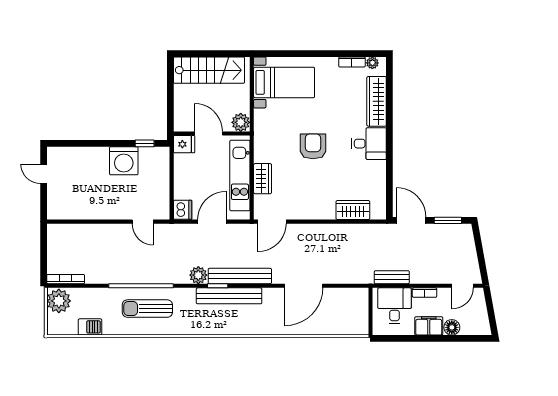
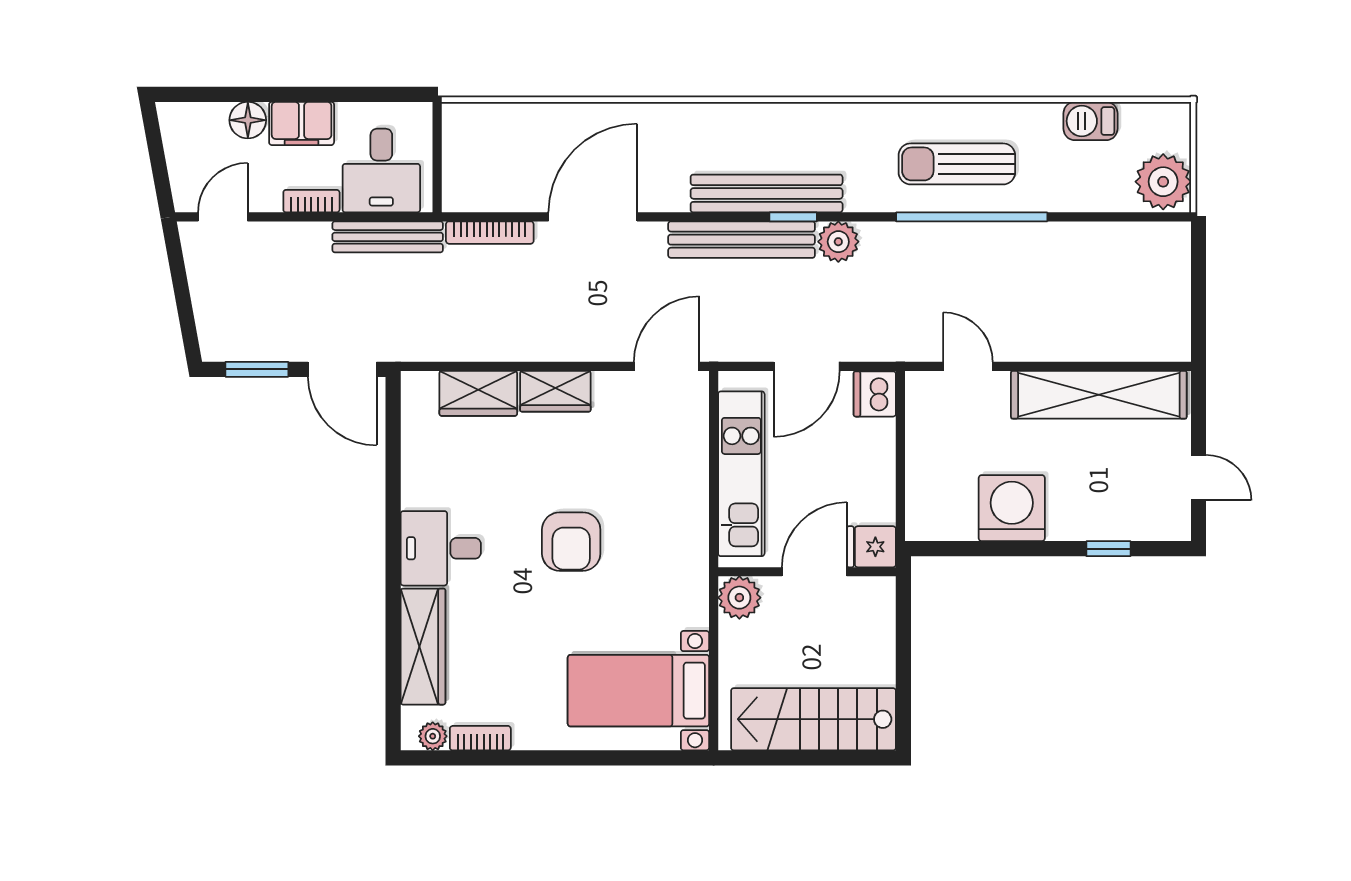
door: (209, 133) -> (814, 572), swing flipped
window: (145, 143) -> (1109, 549), moved
wardrobe: (263, 179) -> (555, 391), moved, turned -90
shelving: (86, 209) -> (1099, 395), added
bench: (392, 277) -> (388, 237), width x1.36
bookcase: (66, 279) -> (490, 233), moved
sun lounger: (147, 309) -> (957, 164), turned 180

